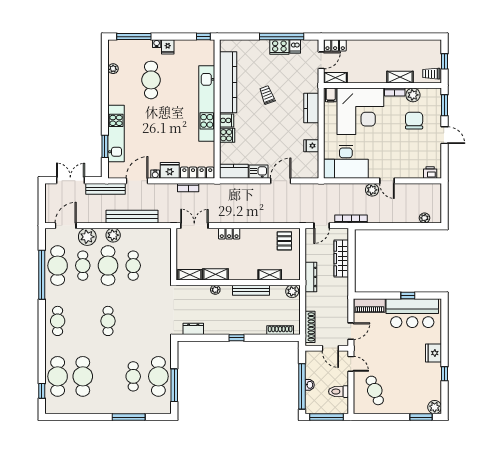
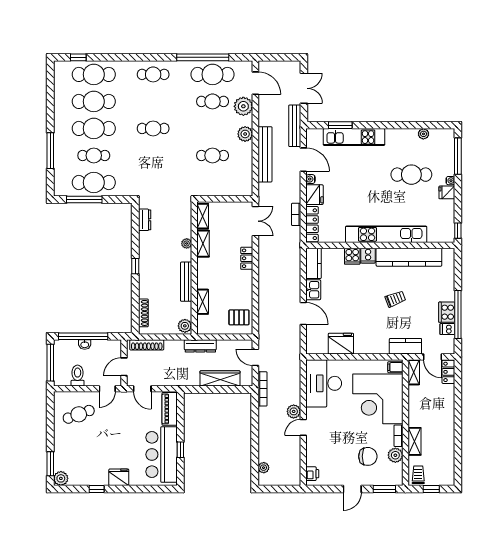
kitchen counter: (311, 108) -> (405, 346), moved
fridge: (311, 146) -> (341, 344), width x1.88, depth x1.34
cafe table: (108, 266) -> (94, 128), moved

